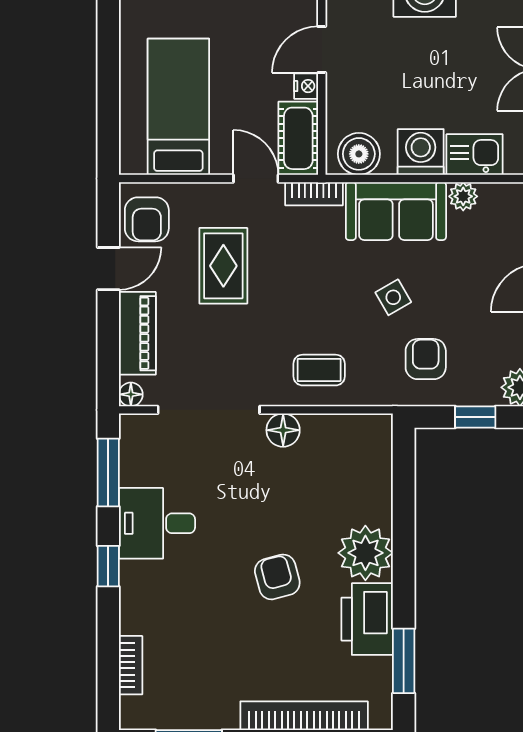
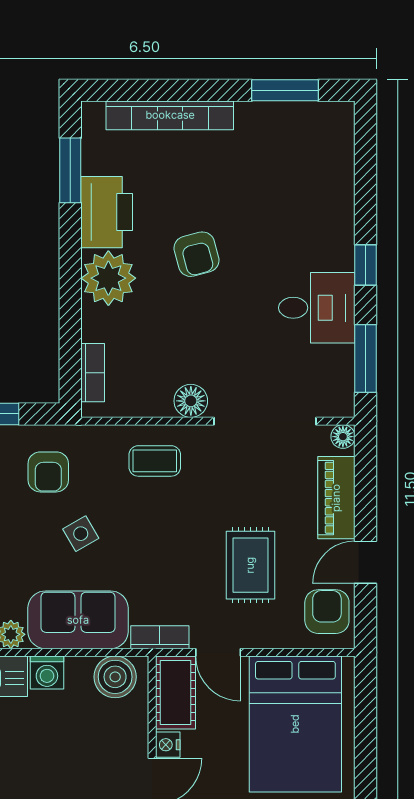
bed: (178, 107) -> (295, 724), width x1.50
washing machine: (421, 152) -> (47, 673), width x0.73, depth x0.73
bookcase: (131, 665) -> (93, 373), moved, turned 180

